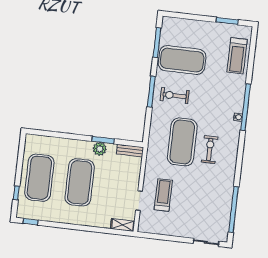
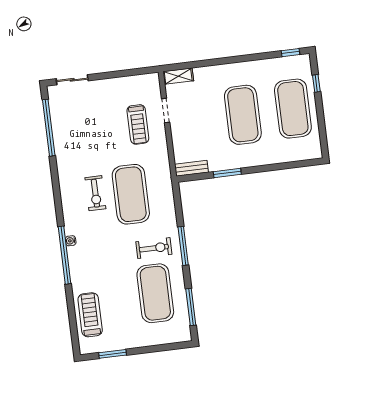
exercise mat: (182, 60) -> (155, 293), turned 90
plant: (100, 149) -> (229, 161), removed

